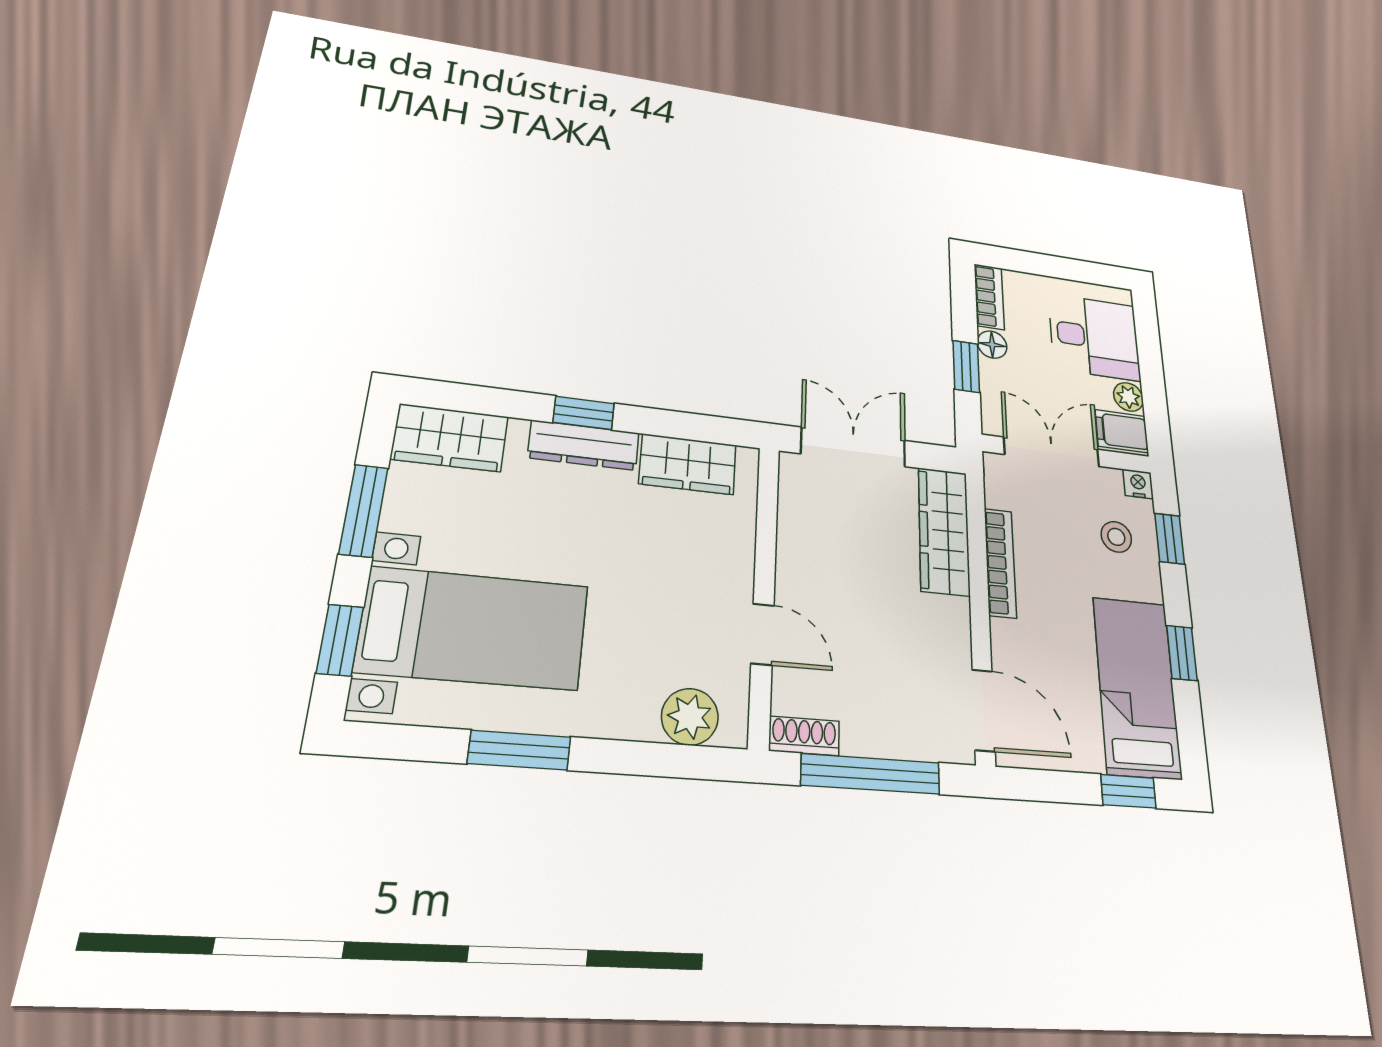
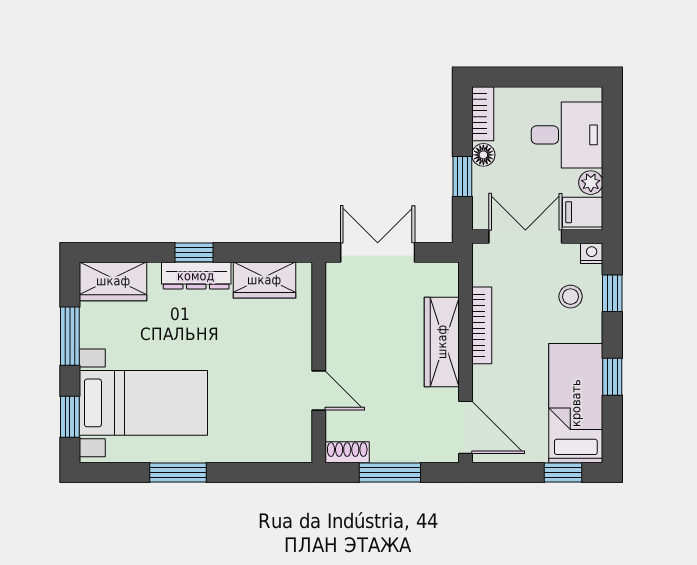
wardrobe: (944, 531) -> (442, 342), moved
plant: (690, 717) -> (276, 446), removed
window: (871, 774) -> (390, 473), width x0.69

